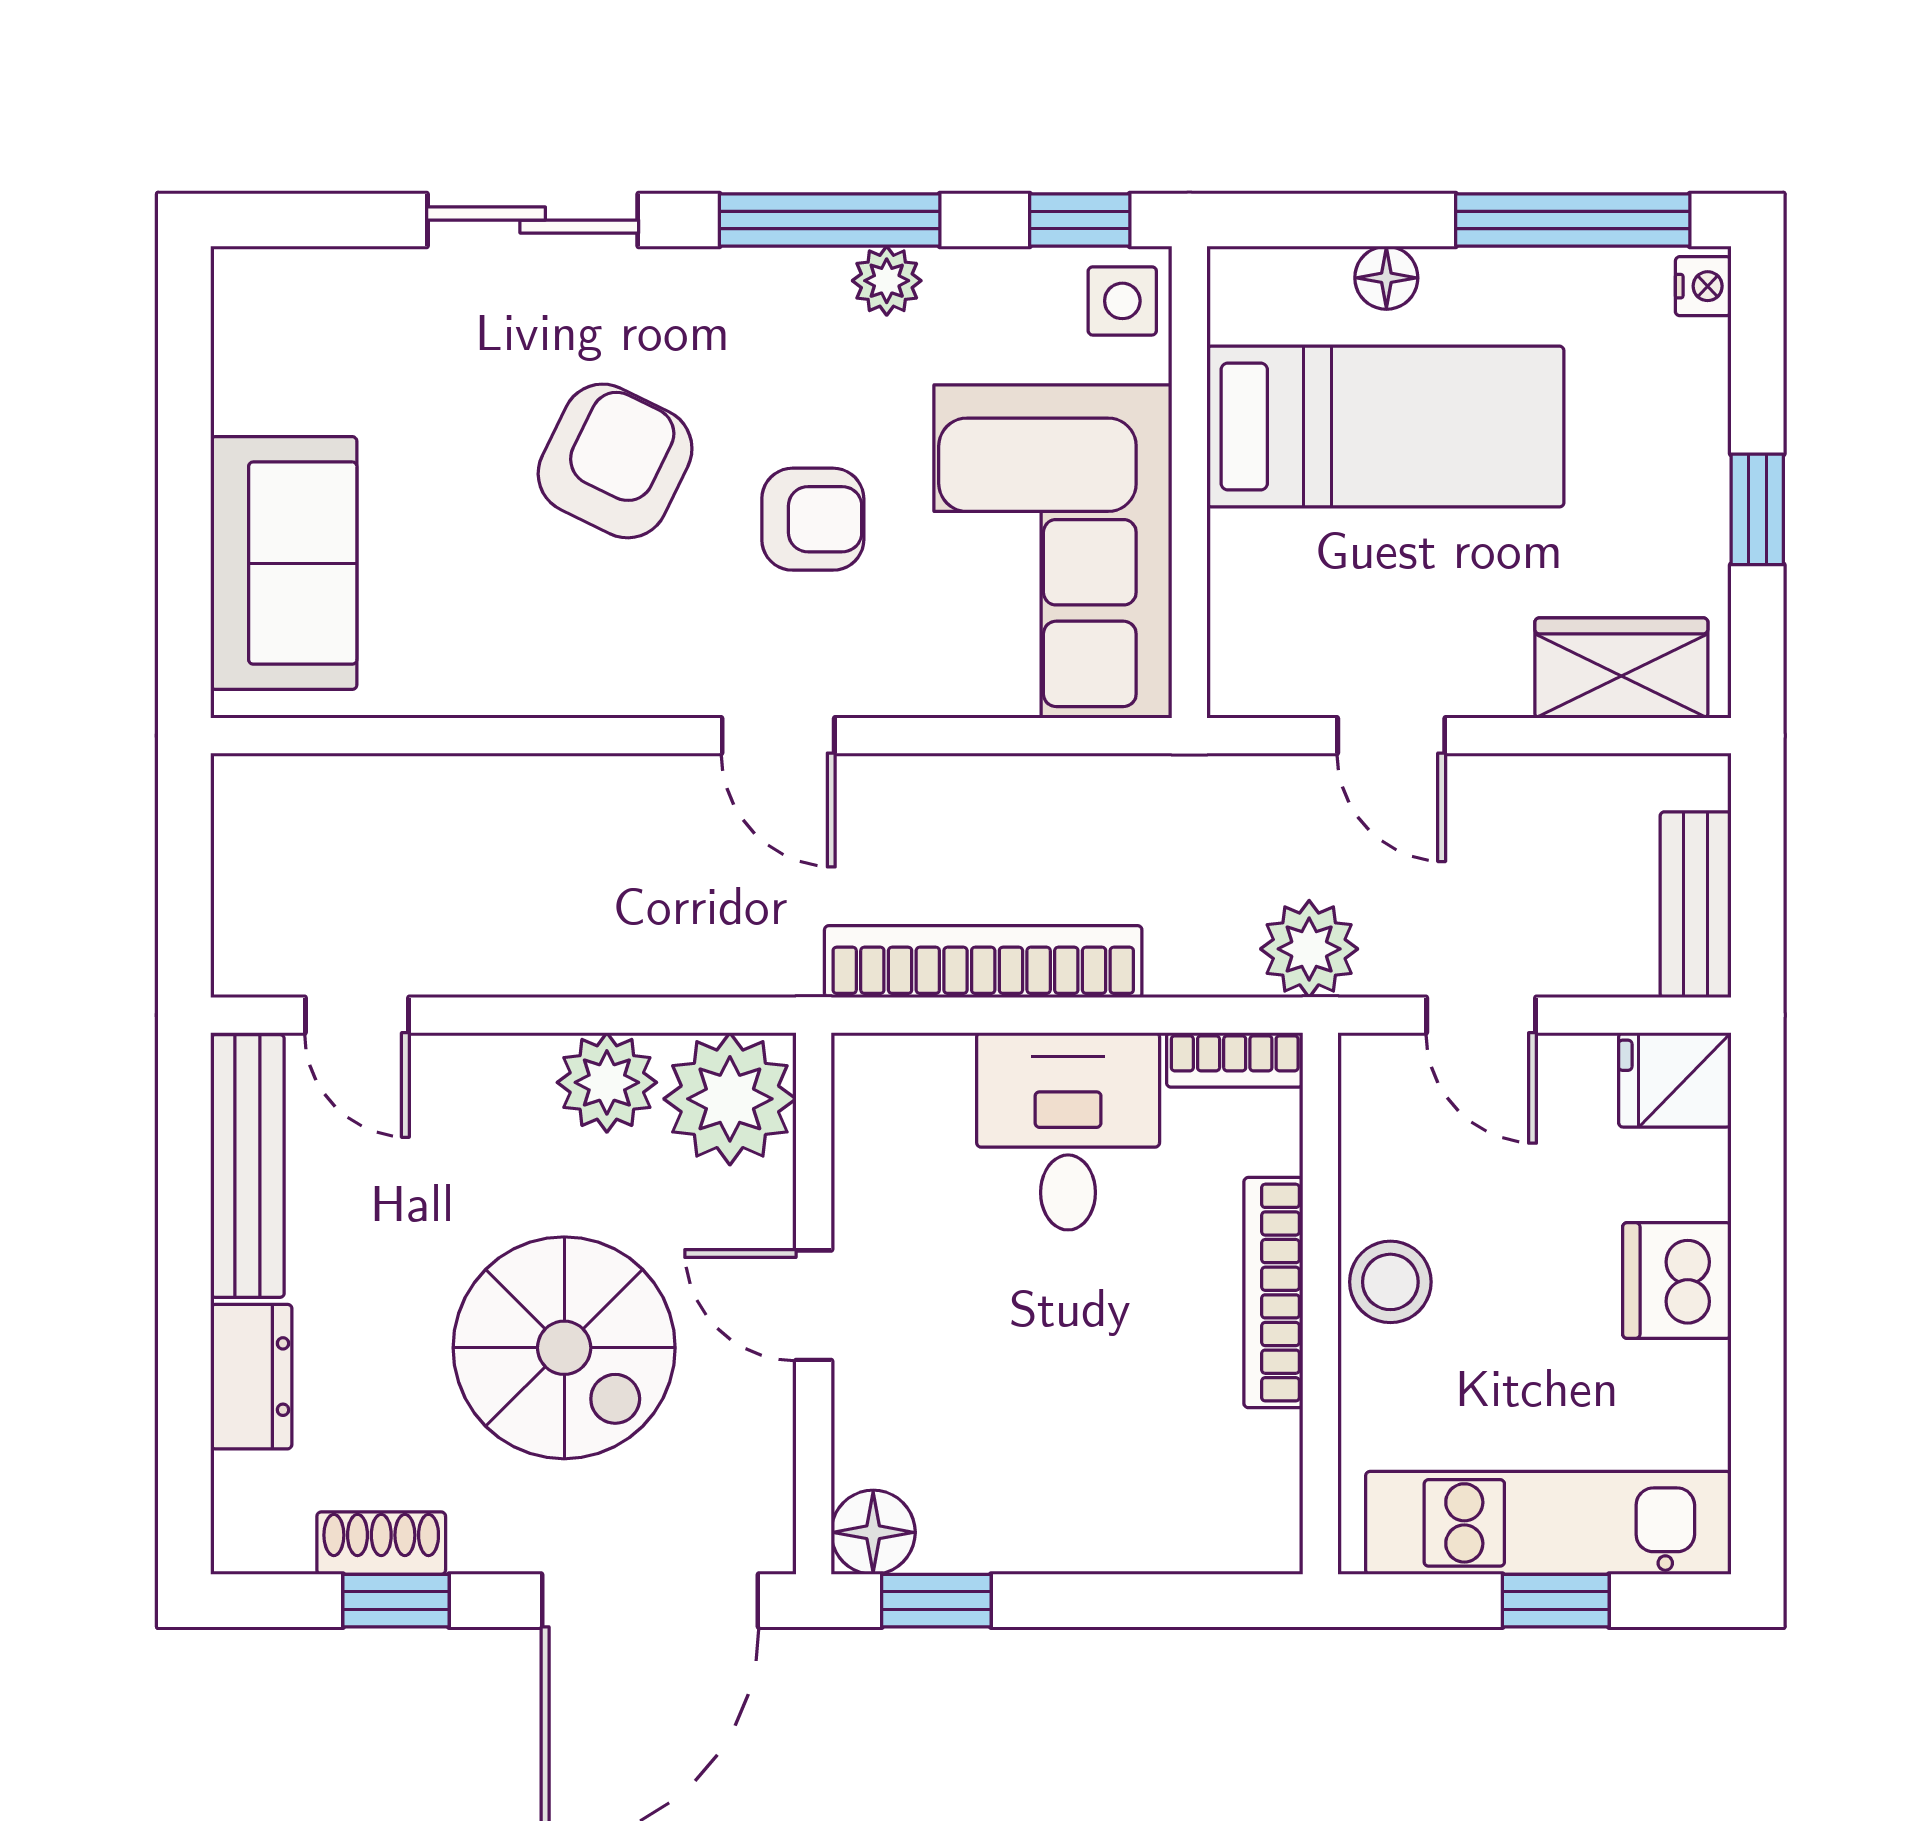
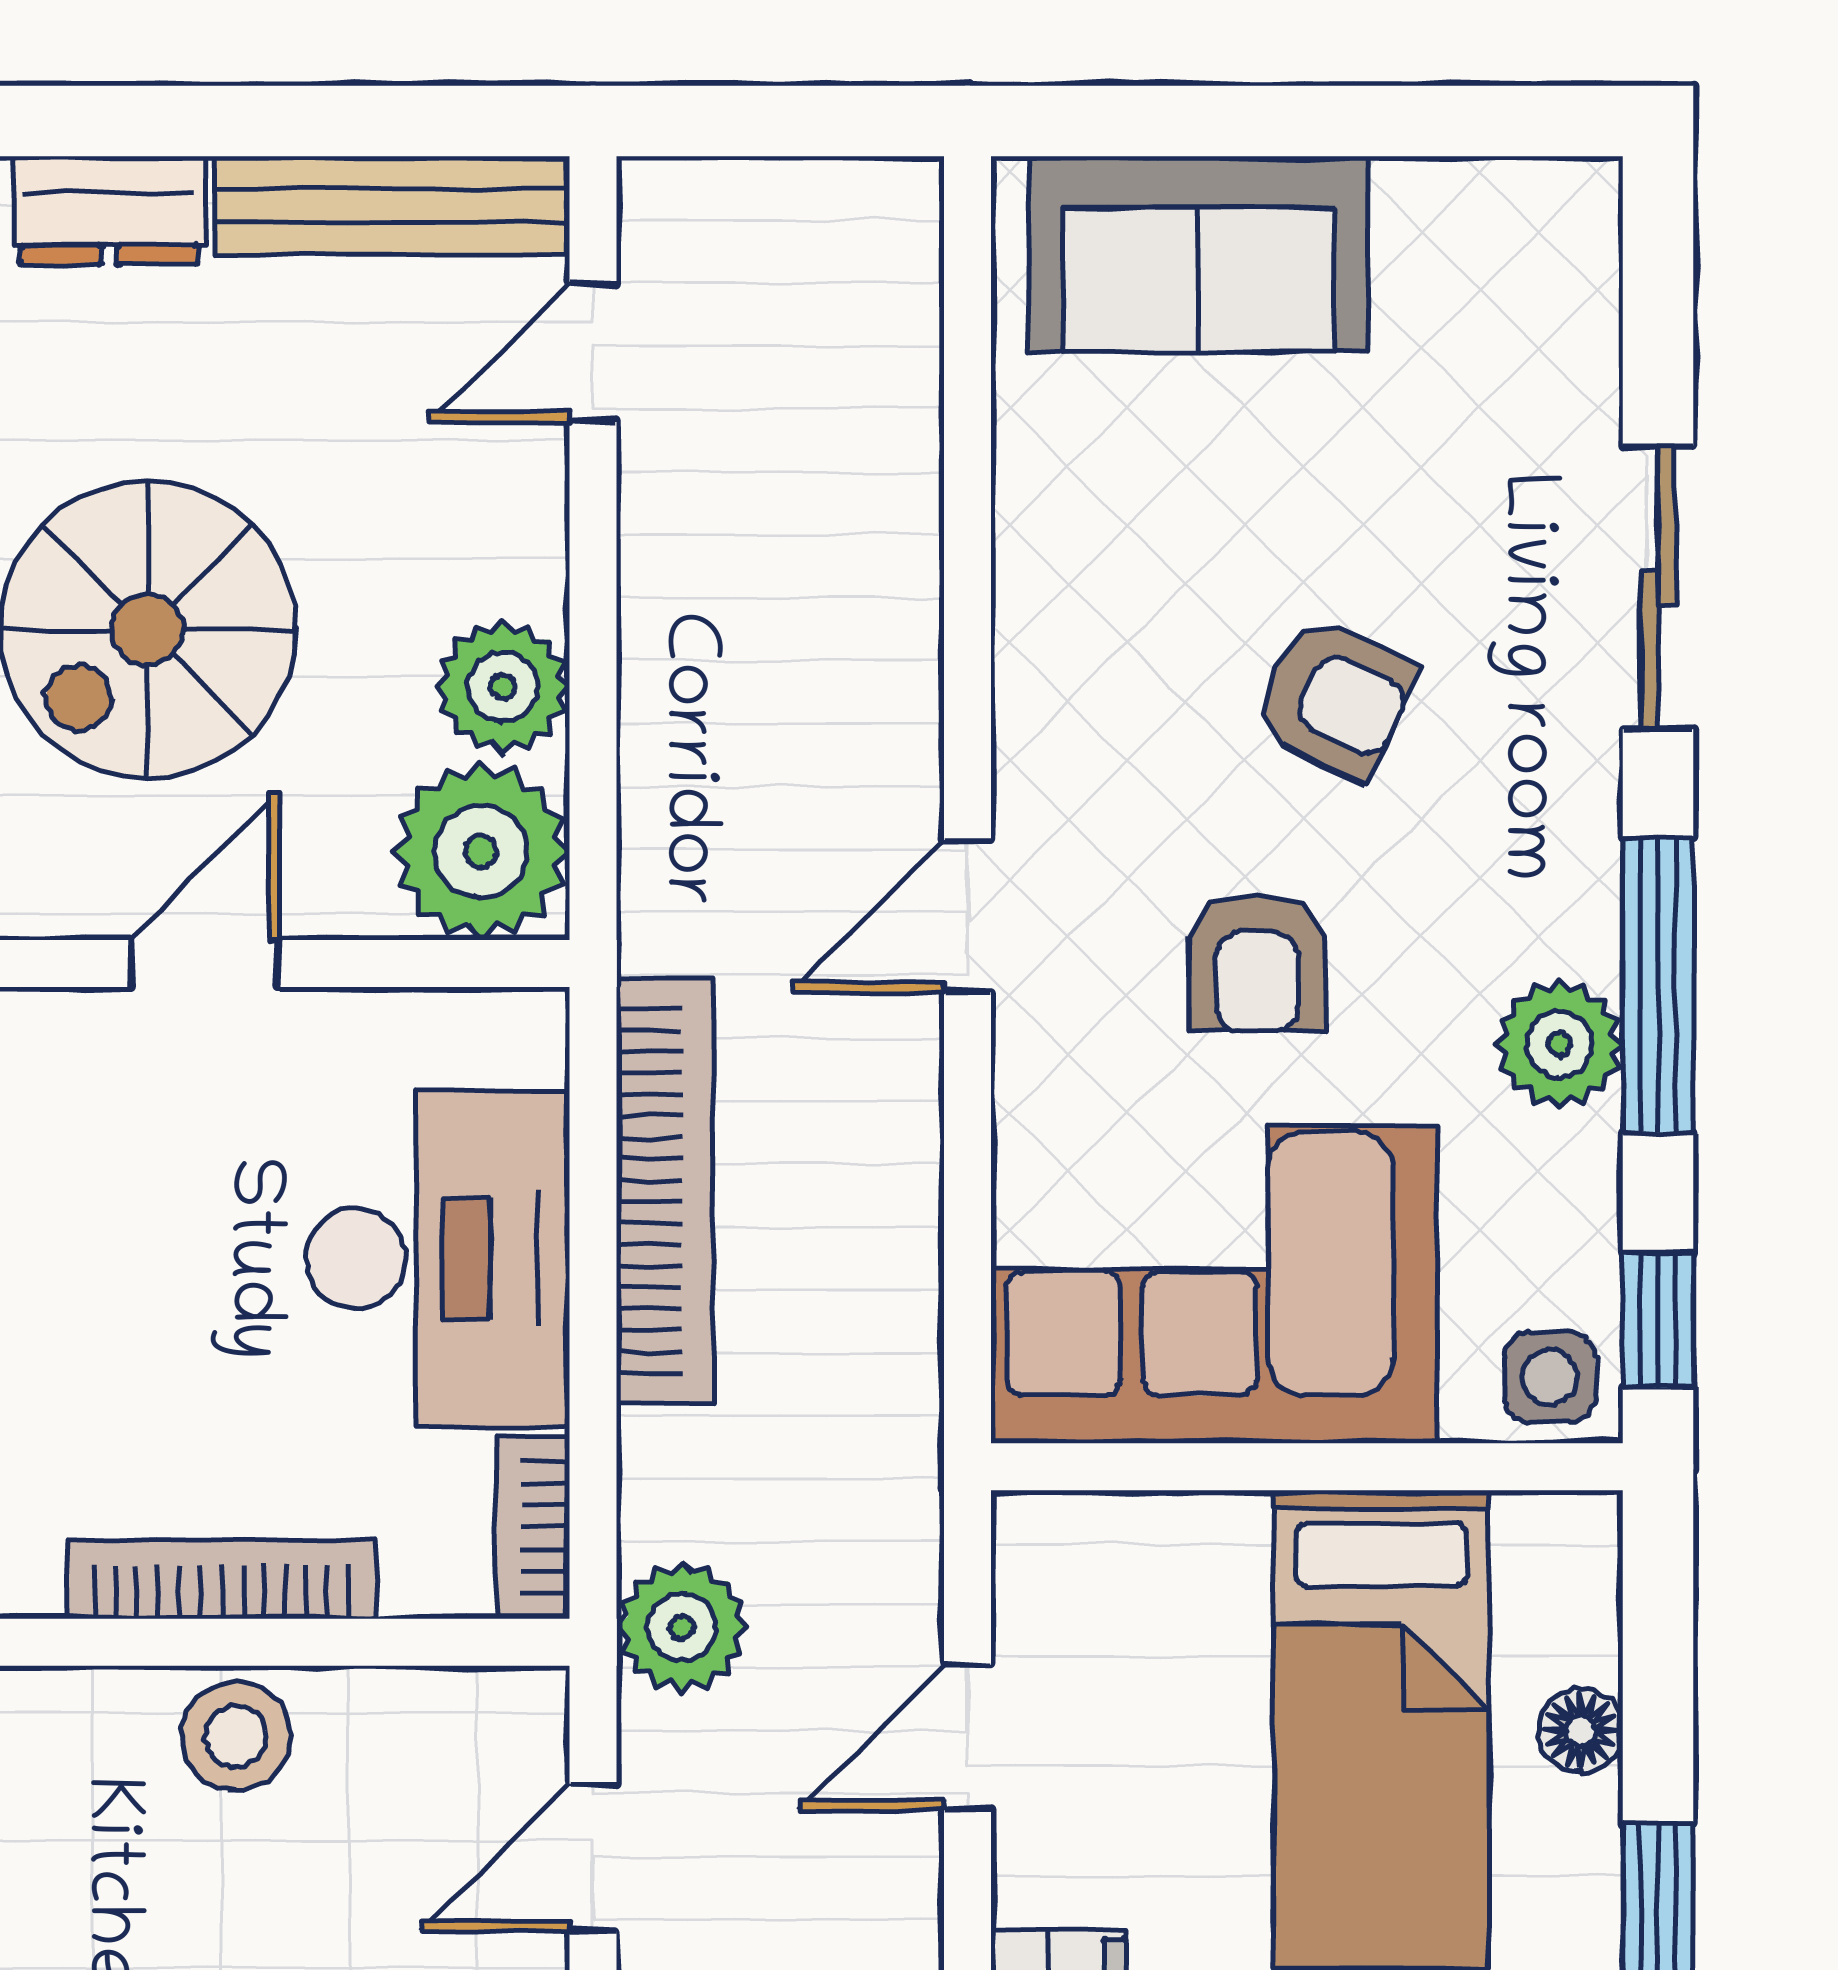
plant: (887, 281) -> (1559, 1044), width x1.38, depth x1.38
armchair: (615, 461) -> (1335, 698), width x0.72, depth x0.72
desk: (1068, 1131) -> (438, 1259), width x1.37

